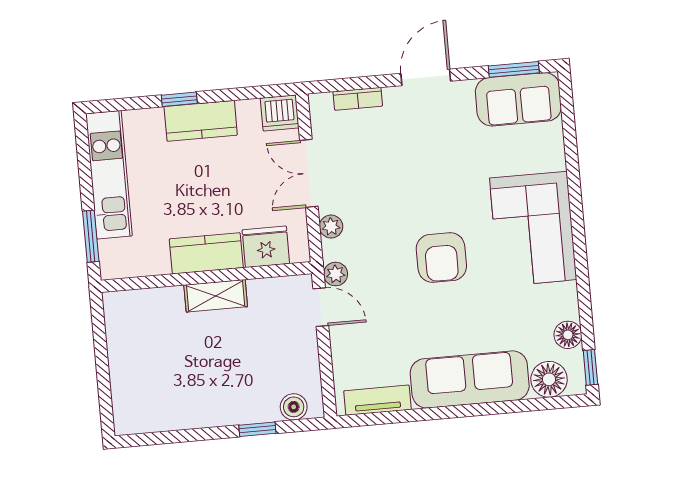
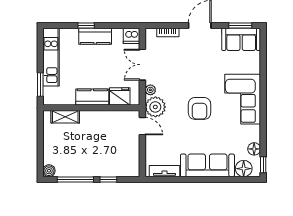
plant: (336, 274) -> (155, 107), width x1.88, depth x1.88
shelving: (216, 296) -> (65, 117), moved
boiler: (294, 407) -> (49, 171), moved
window: (186, 436) -> (75, 179), added

